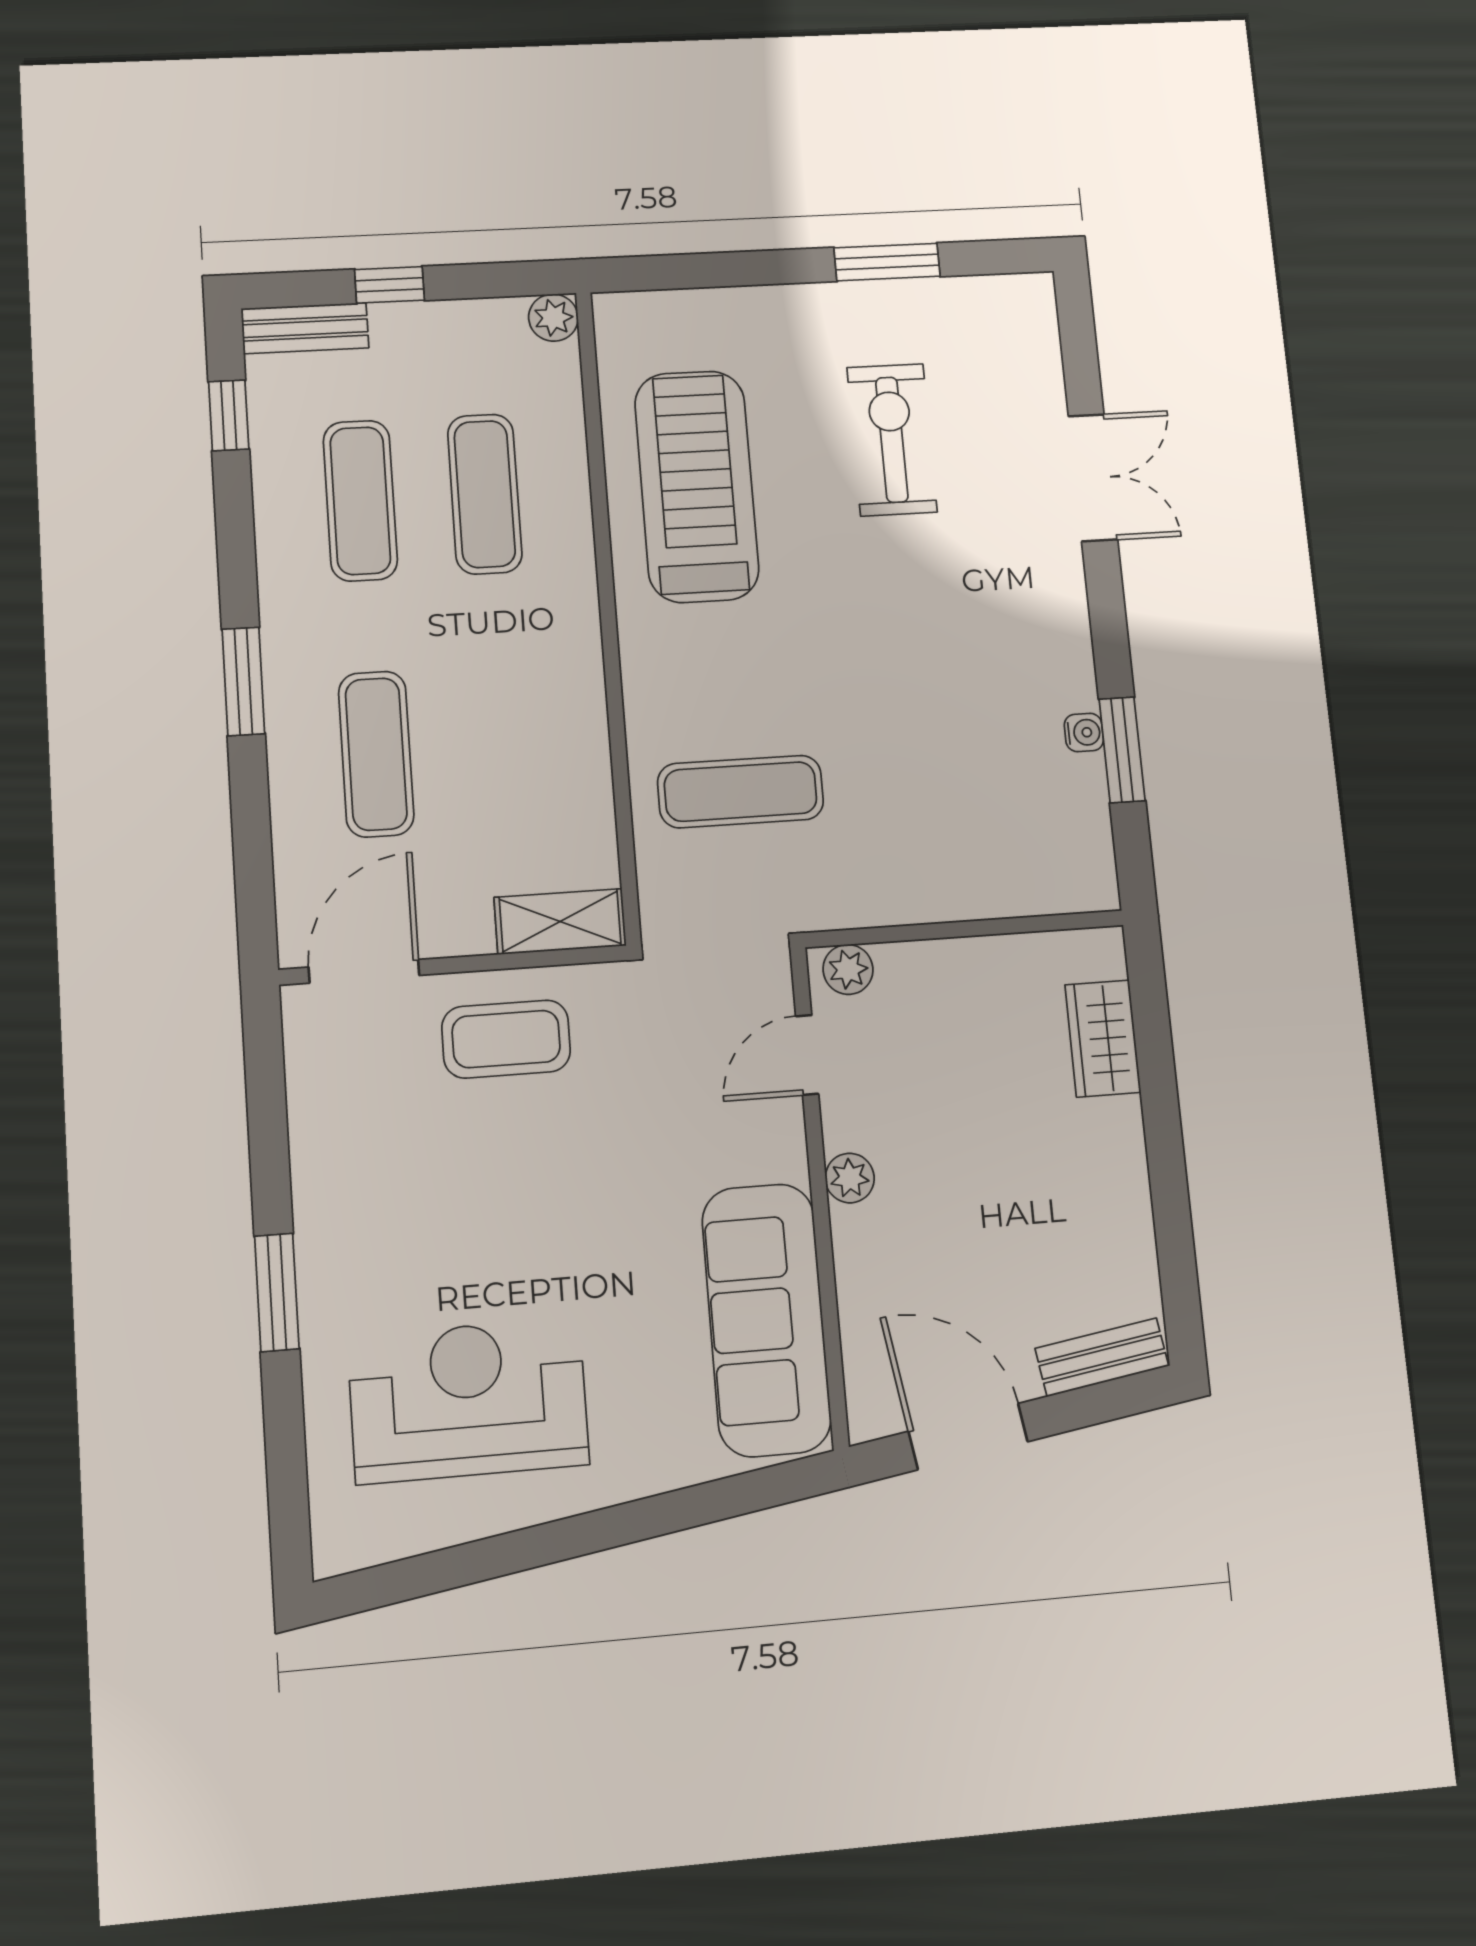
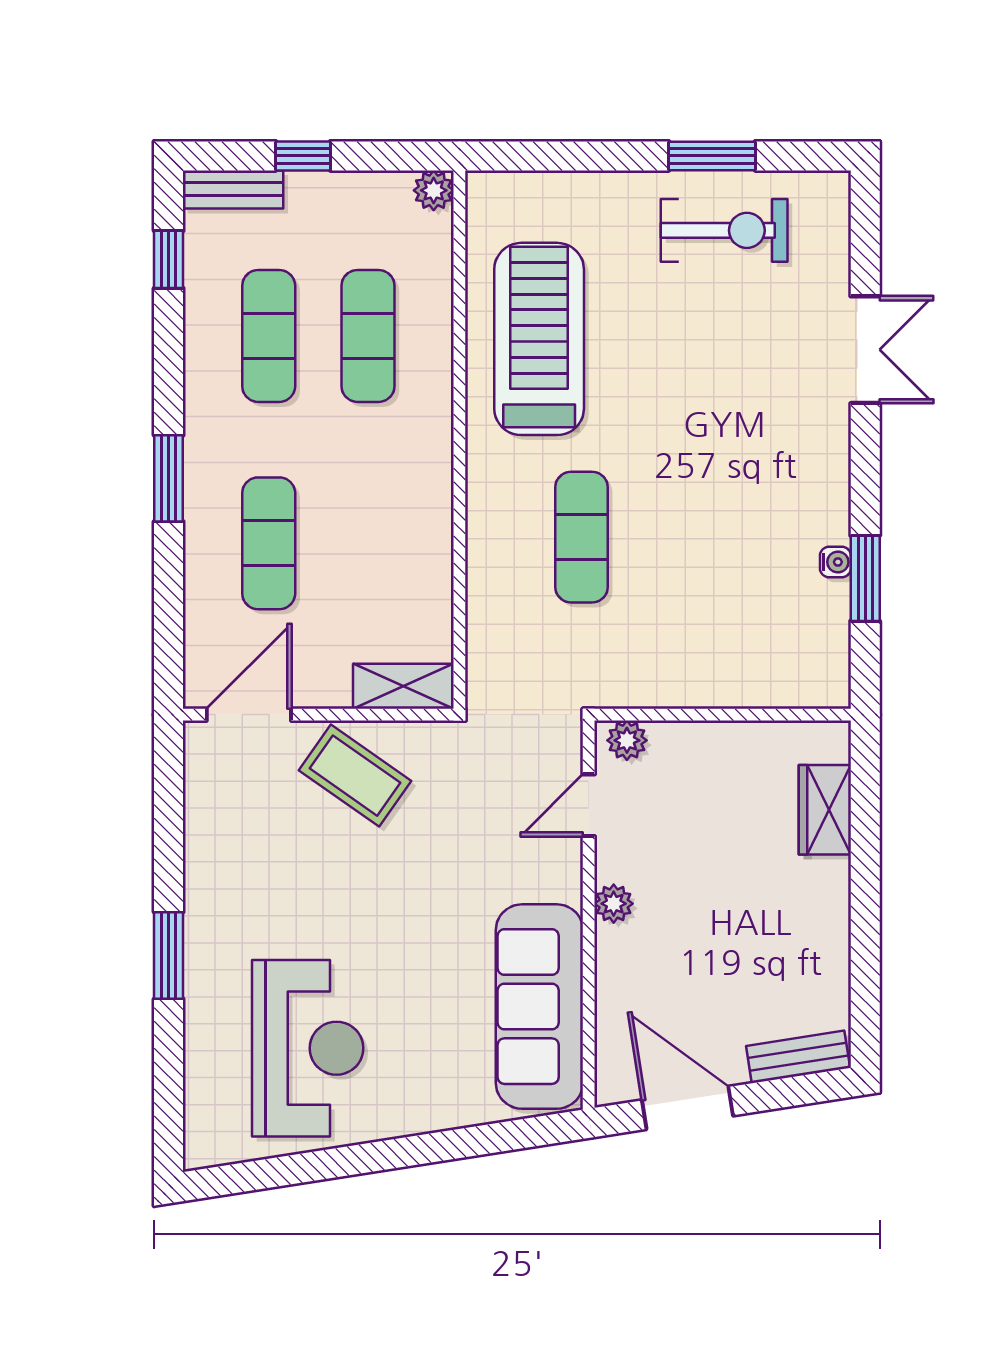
exercise bike: (892, 440) -> (724, 230), moved, turned 90
exercise mat: (741, 792) -> (582, 537), moved, turned 90
coffee table: (506, 1039) -> (355, 776), turned 35
reception desk: (468, 1400) -> (308, 1048), turned 90

